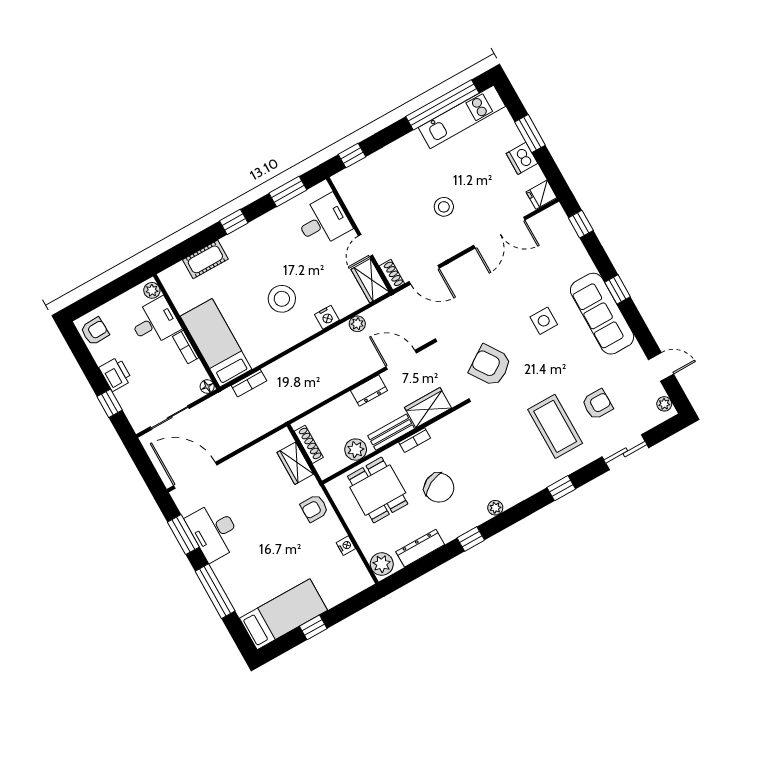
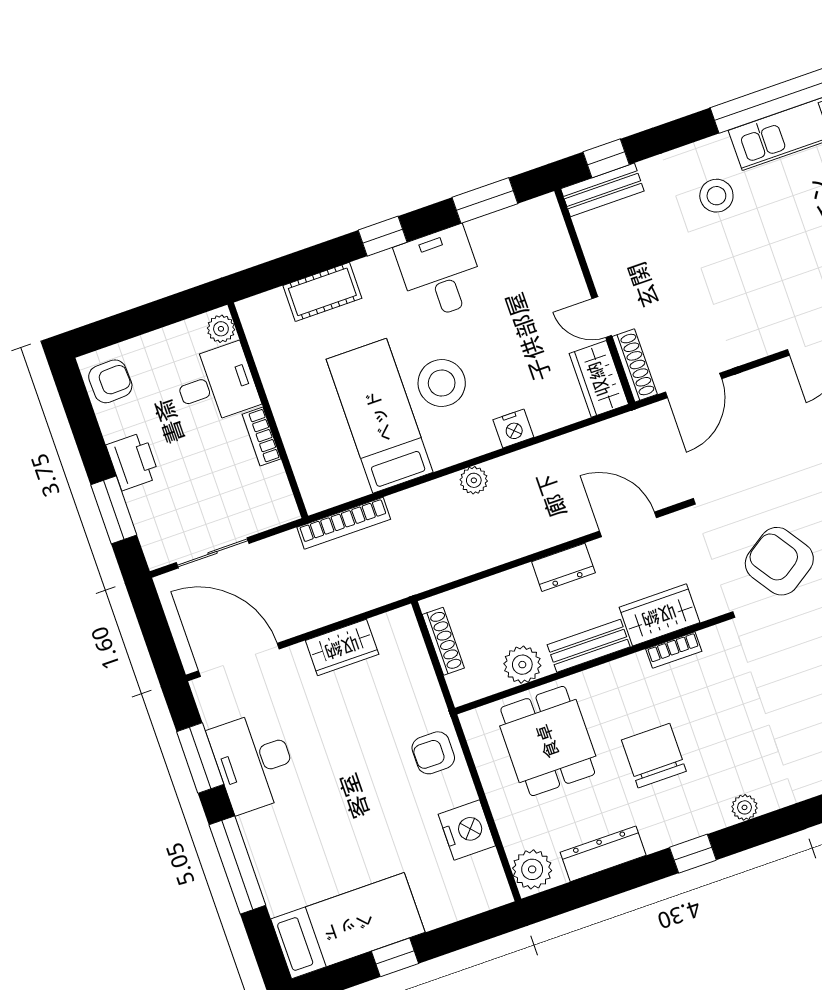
bench: (353, 174) -> (602, 190), added
stool: (444, 207) -> (716, 196), moved
desk: (323, 221) -> (440, 273), moved, turned -90
door: (366, 246) -> (602, 317), hinge flipped
shoe rack: (392, 275) -> (635, 365), width x1.43
door: (424, 275) -> (694, 385), hinge flipped
plant: (357, 324) -> (474, 480), moved
bed: (216, 343) -> (380, 416), moved
bookcase: (249, 383) -> (344, 523), width x1.56
floor lamp: (207, 386) -> (286, 511), removed
window: (110, 403) -> (114, 510), width x1.50
bookcase: (415, 440) -> (674, 650), moved
wardrobe: (295, 463) -> (342, 647), moved, turned -90
chair: (439, 488) -> (654, 756), turned -153
nightstand: (346, 546) -> (467, 830), width x1.89, depth x1.79

